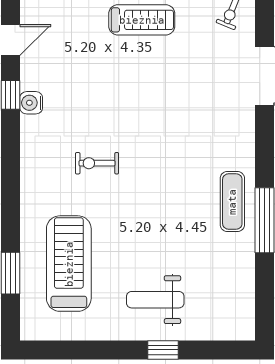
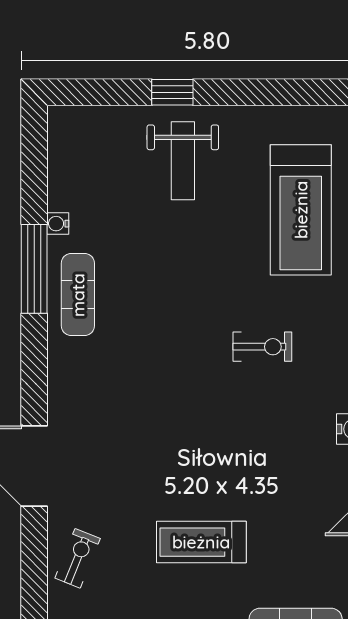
water cooler: (247, 254) -> (58, 224), added
weight bench: (155, 300) -> (183, 161), turned 90

